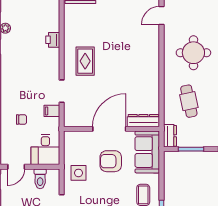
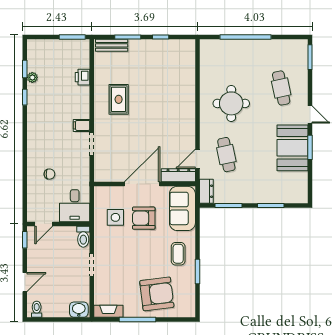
door: (161, 16) -> (197, 159), moved
printer: (53, 40) -> (82, 77), moved
rug: (85, 61) -> (119, 99), moved
filing cabinet: (52, 111) -> (82, 125), moved
side table: (78, 173) -> (115, 217), moved
toilet: (40, 179) -> (83, 237), moved

